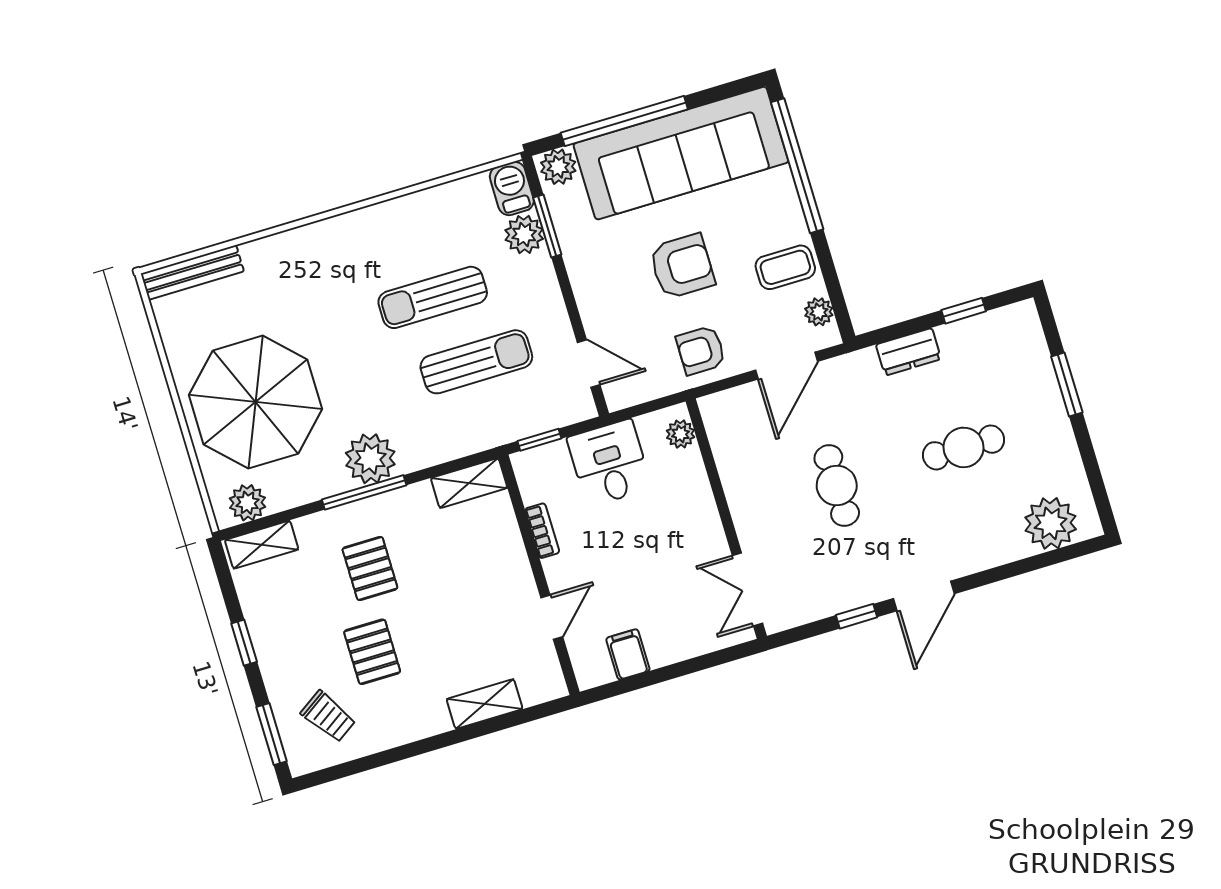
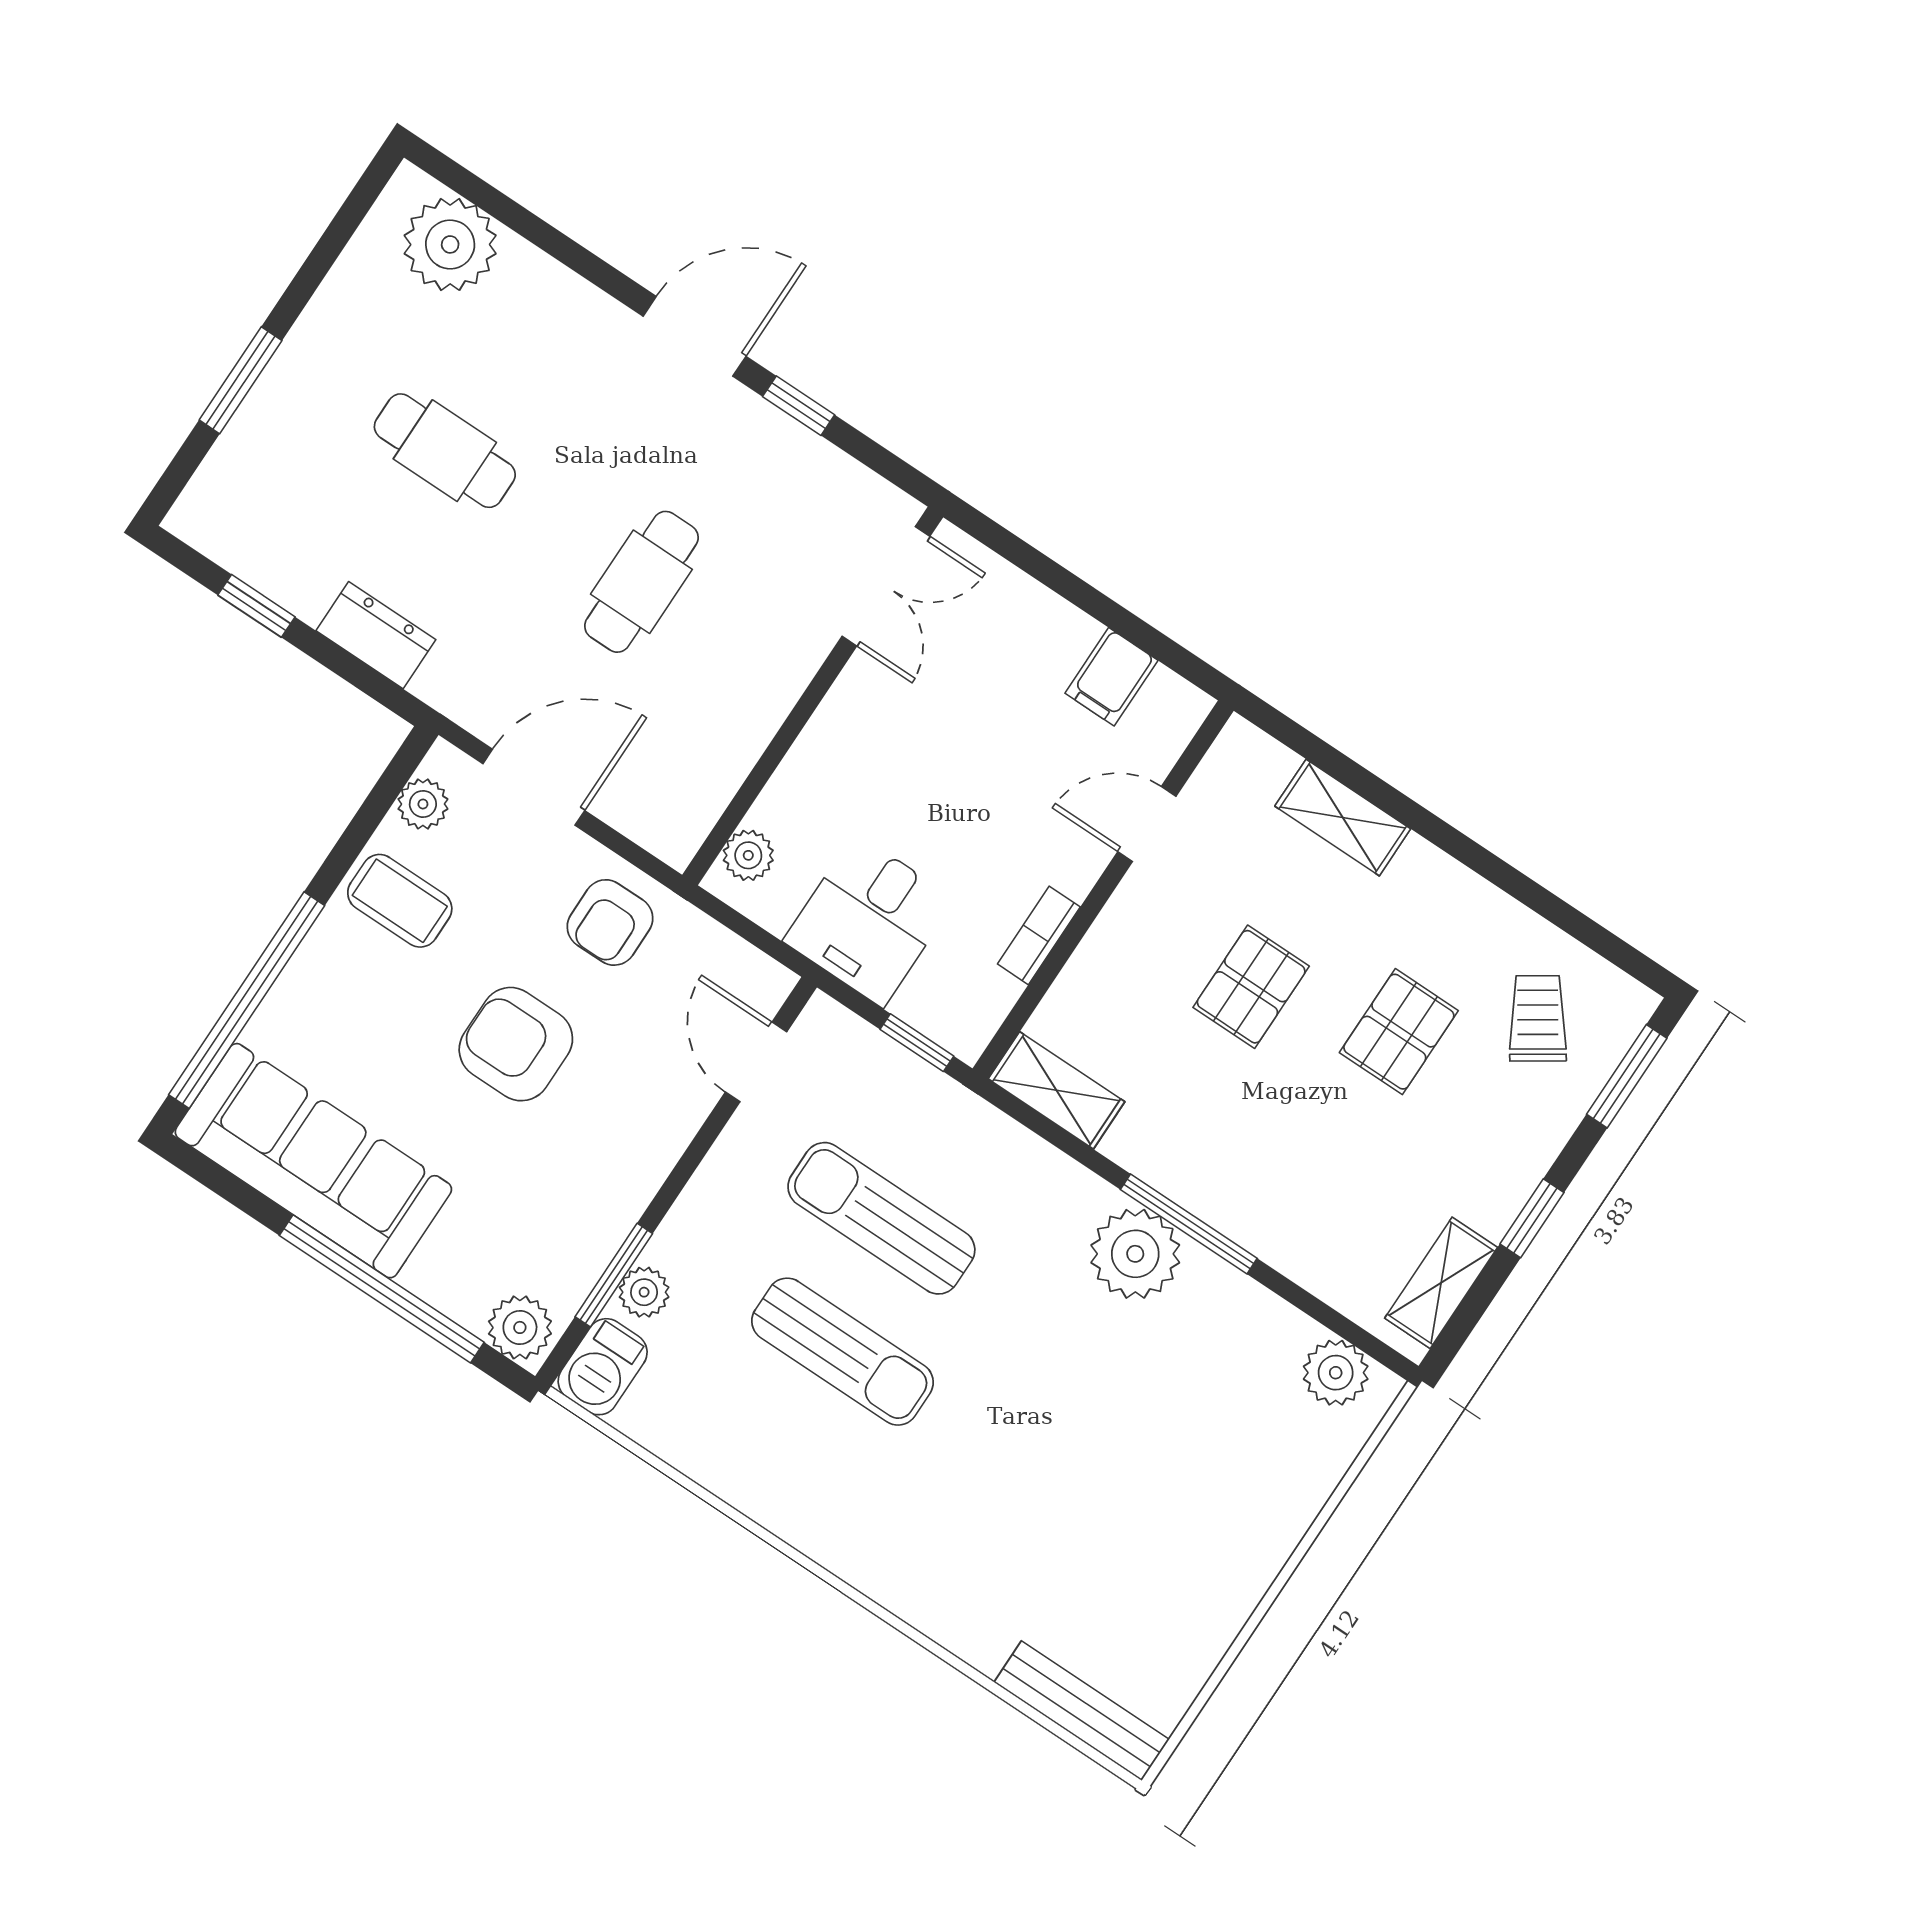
sofa: (681, 153) -> (313, 1161), width x0.74, depth x0.79
plant: (524, 235) -> (644, 1292), width x0.73, depth x0.73
armchair: (701, 350) -> (610, 922), turned 90
parasol: (255, 402) -> (1188, 1476), removed
shelving: (262, 545) -> (1441, 1283), moved, turned 90
pallet: (370, 568) -> (1251, 987), moved

